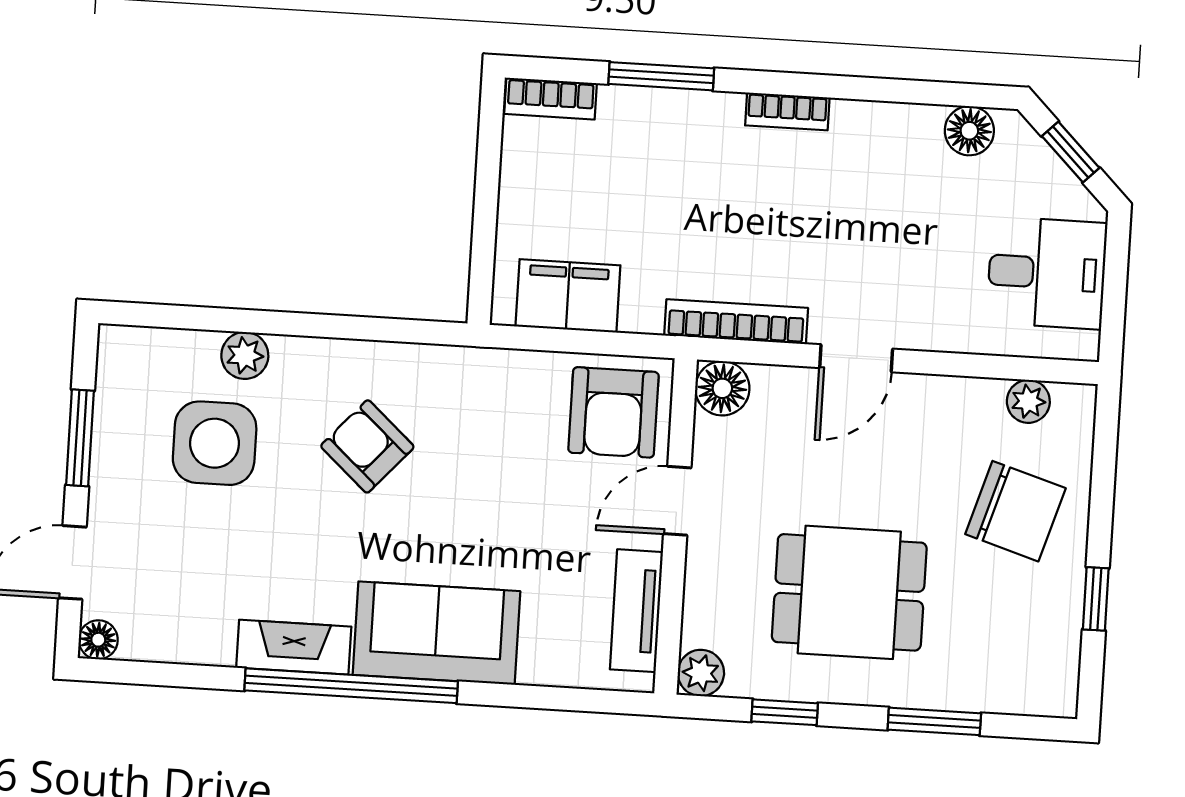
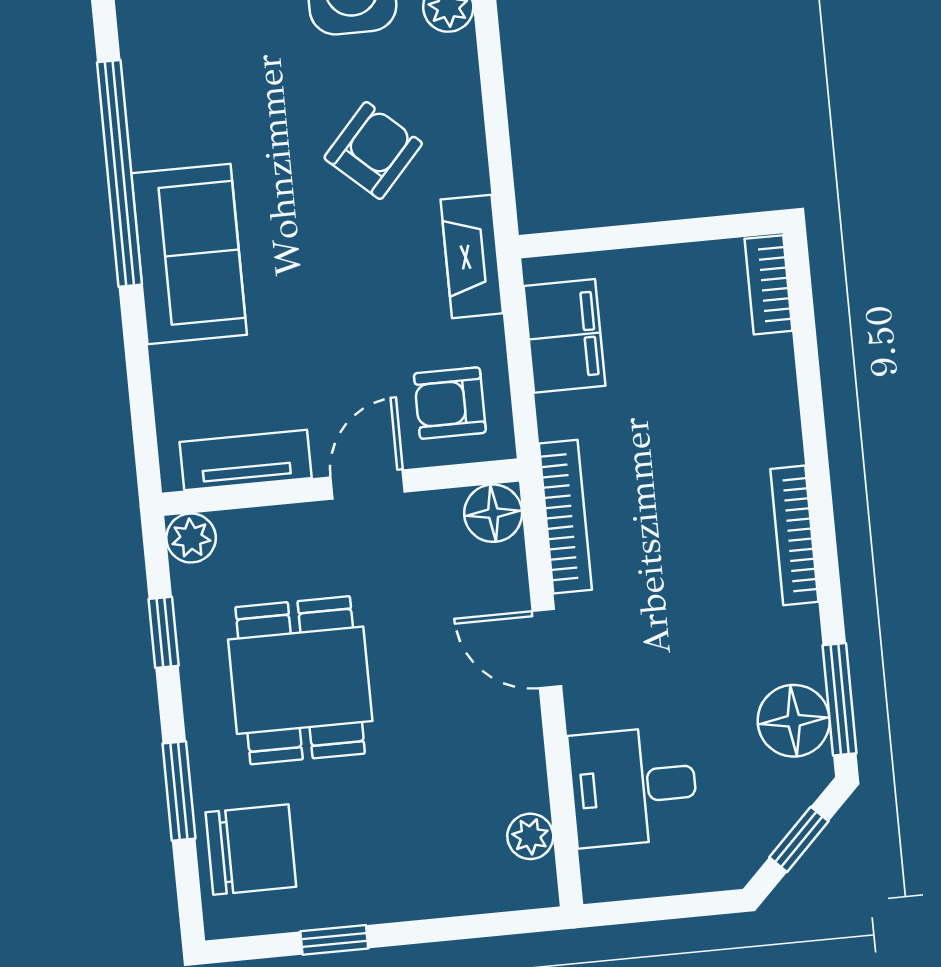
window: (661, 76) -> (839, 699), moved
bookcase: (787, 111) -> (794, 535), width x1.56
floor lamp: (969, 131) -> (794, 721), width x1.38, depth x1.38
desk: (1047, 273) -> (633, 787), moved, turned 90
armchair: (613, 412) -> (450, 403), width x0.72, depth x0.72
door: (677, 501) -> (368, 485), hinge flipped
chair: (1015, 511) -> (251, 850), moved, turned -107
fireplace: (294, 647) -> (472, 256), moved, turned 180

